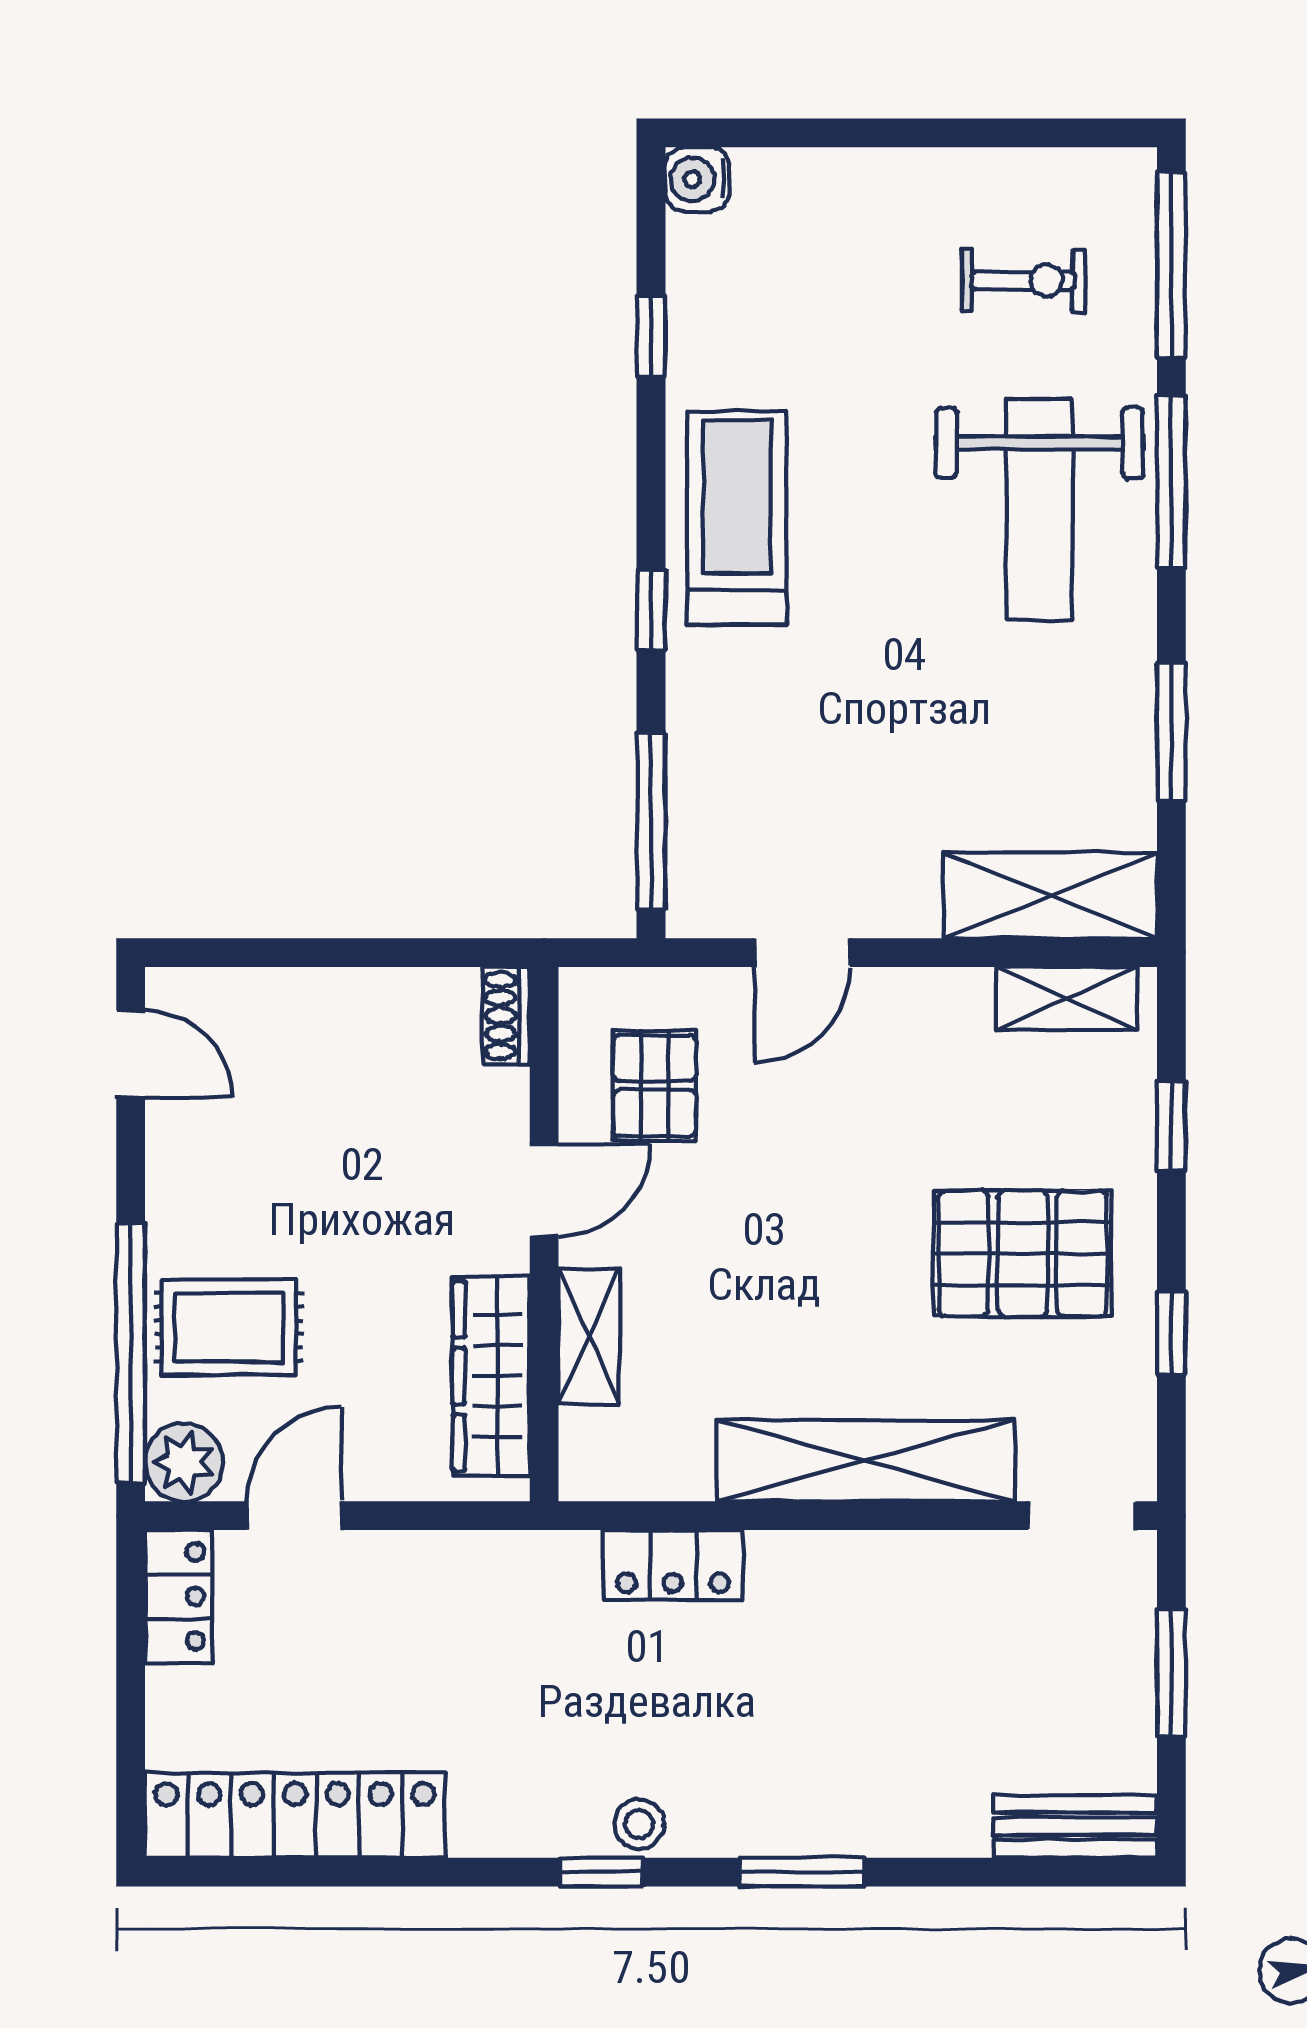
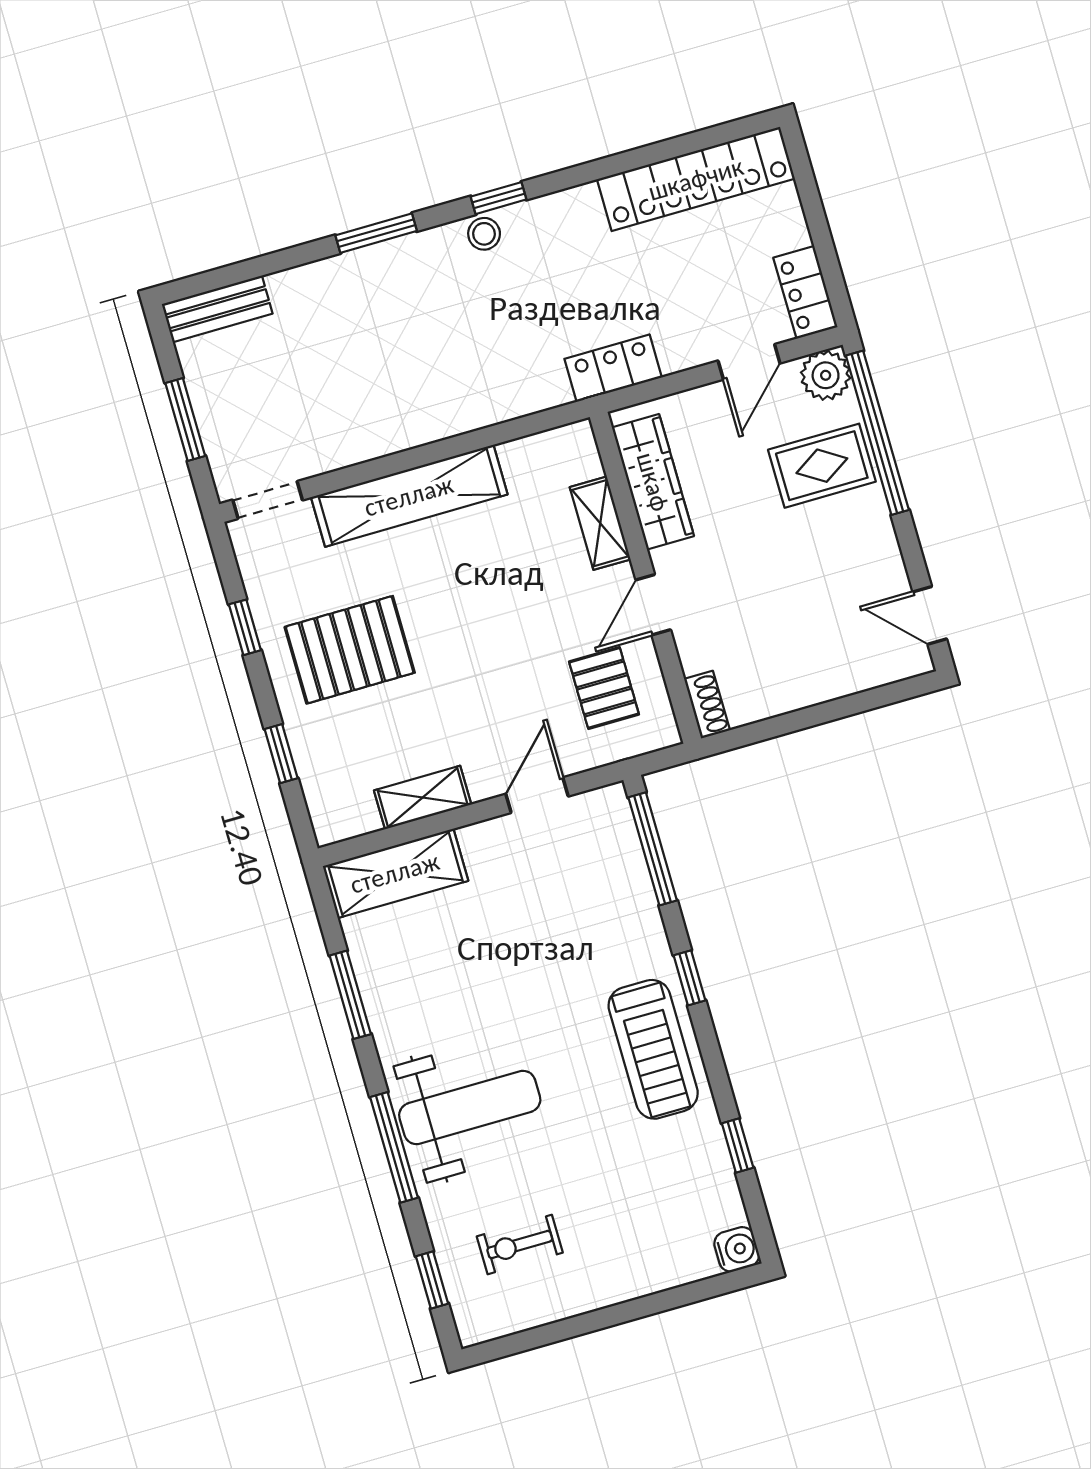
window: (1171, 265) -> (432, 1280), width x0.46
weight bench: (1039, 509) -> (470, 1107), turned 90
shelving: (1067, 999) -> (423, 797), moved
locker: (673, 1565) -> (613, 368), moved

